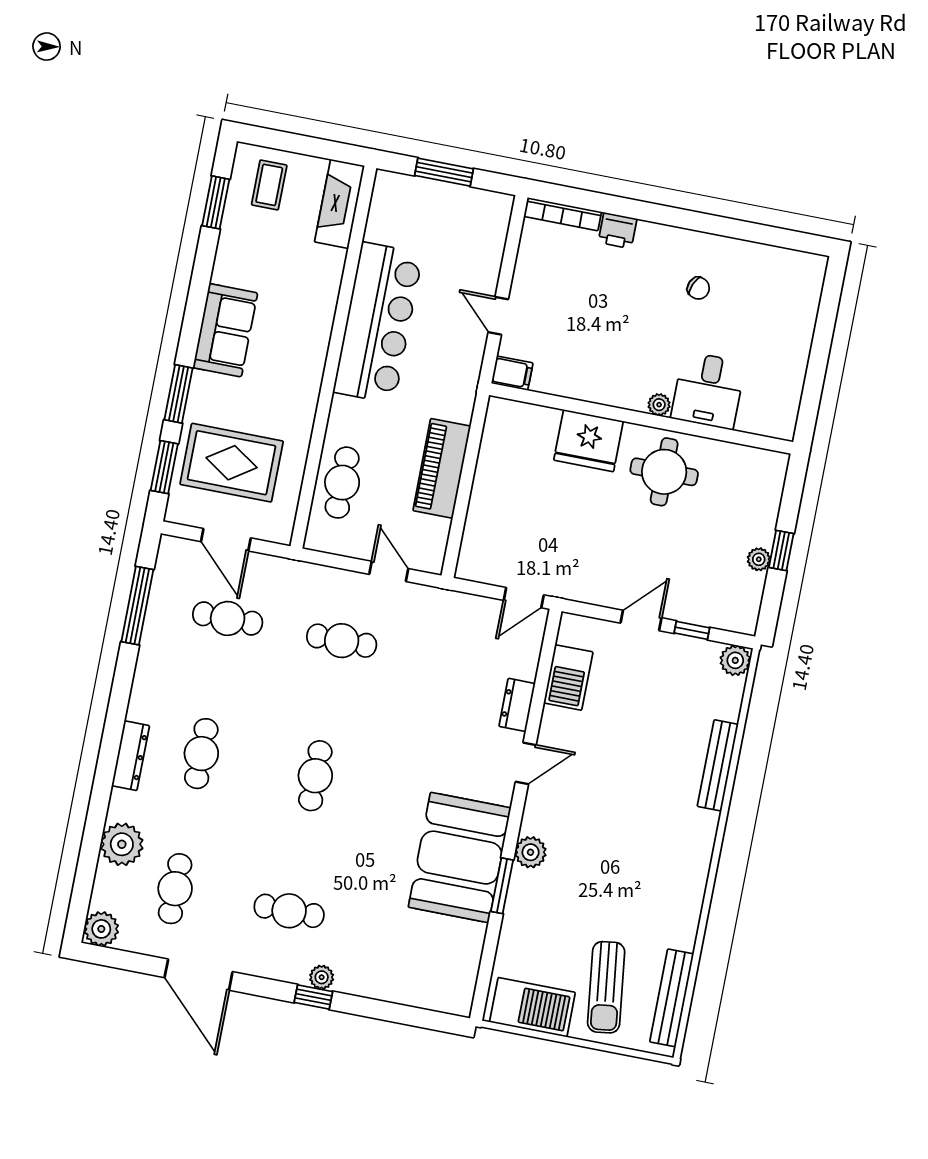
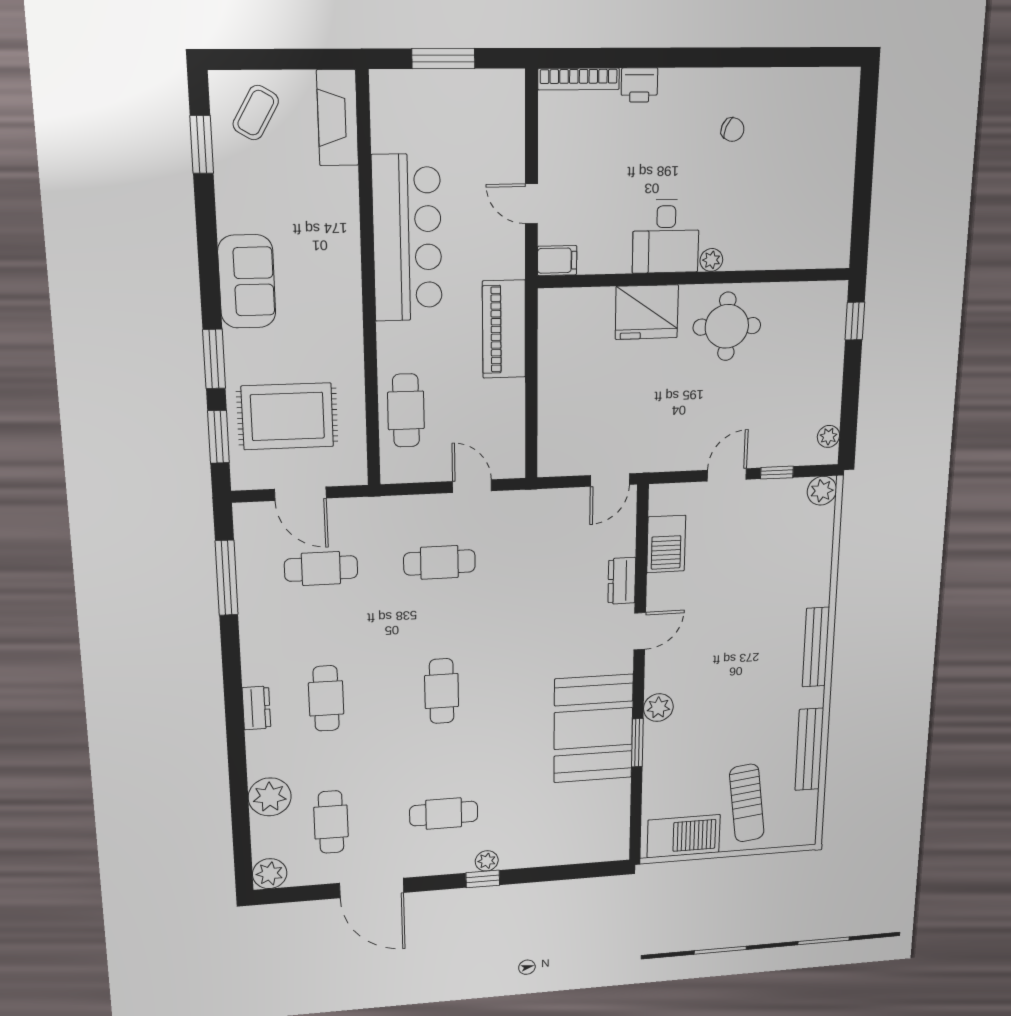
coffee table: (269, 185) -> (256, 113), turned 30
desk: (708, 390) -> (666, 236), moved
piano: (442, 468) -> (504, 329), moved
window: (781, 551) -> (855, 321), moved
plant: (759, 559) -> (828, 436), moved
dresser: (130, 756) -> (256, 708), width x0.70
bench: (718, 765) -> (816, 647), moved
bench: (672, 998) -> (809, 749), moved

